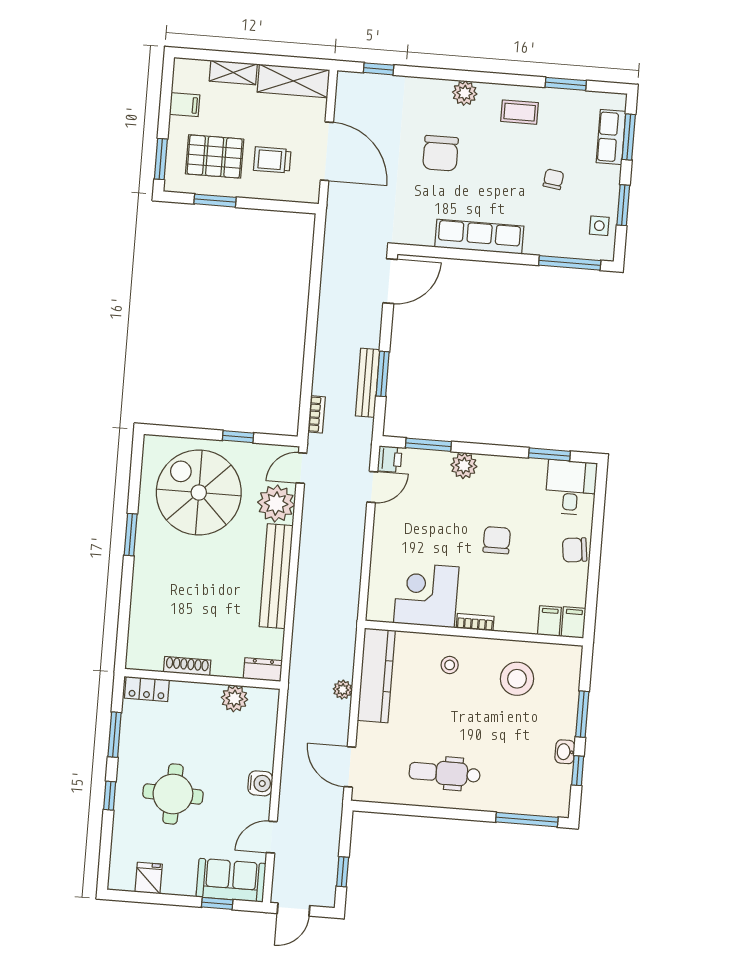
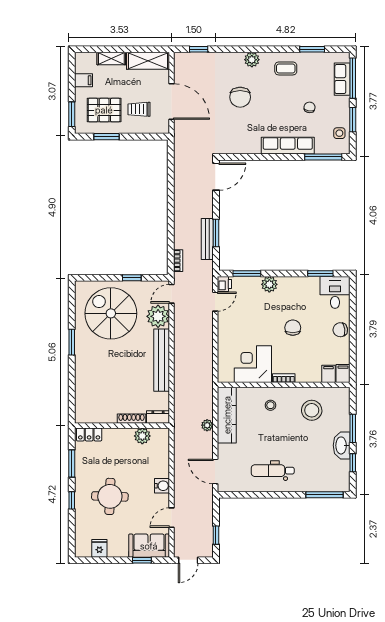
window: (629, 137) -> (353, 78), width x1.44
row of seats: (479, 237) -> (288, 146), moved
shoe rack: (187, 666) -> (131, 419), moved
washbasin: (565, 752) -> (342, 445), width x1.91, depth x1.45

